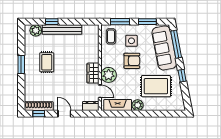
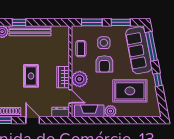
coffee table: (111, 36) -> (81, 49), moved
armchair: (132, 61) -> (104, 64), turned 90
rug: (47, 62) -> (31, 76), moved

